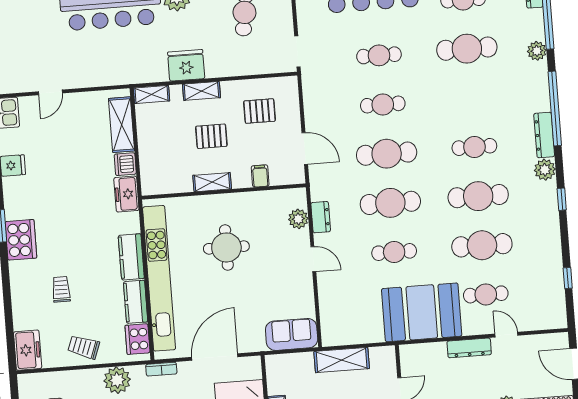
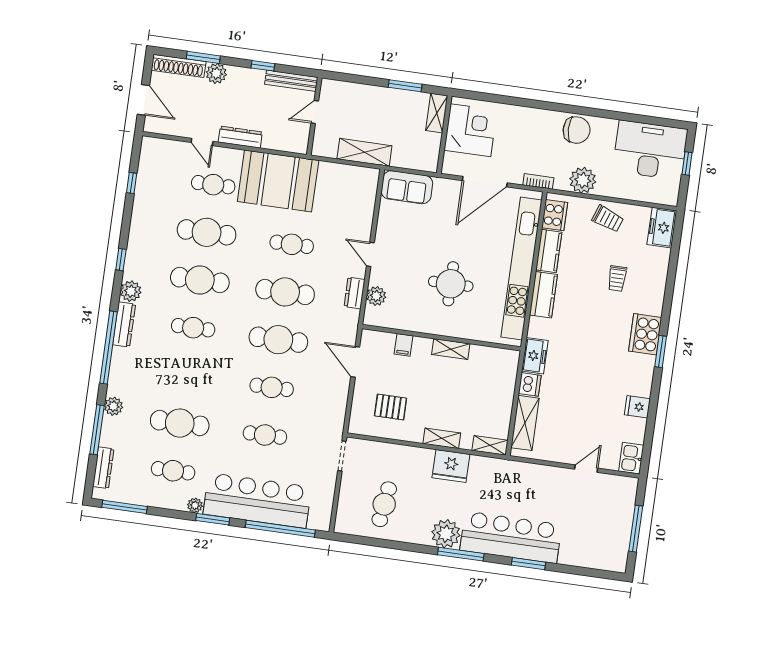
pallet: (211, 136) -> (442, 393), removed

